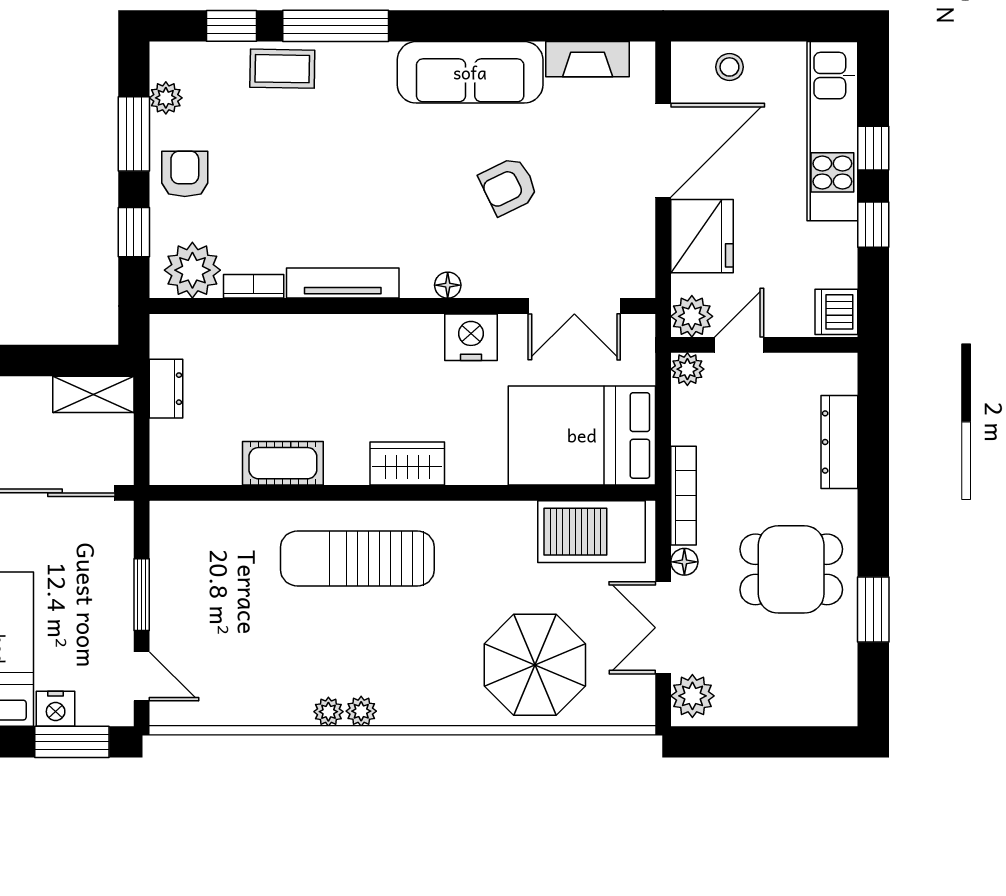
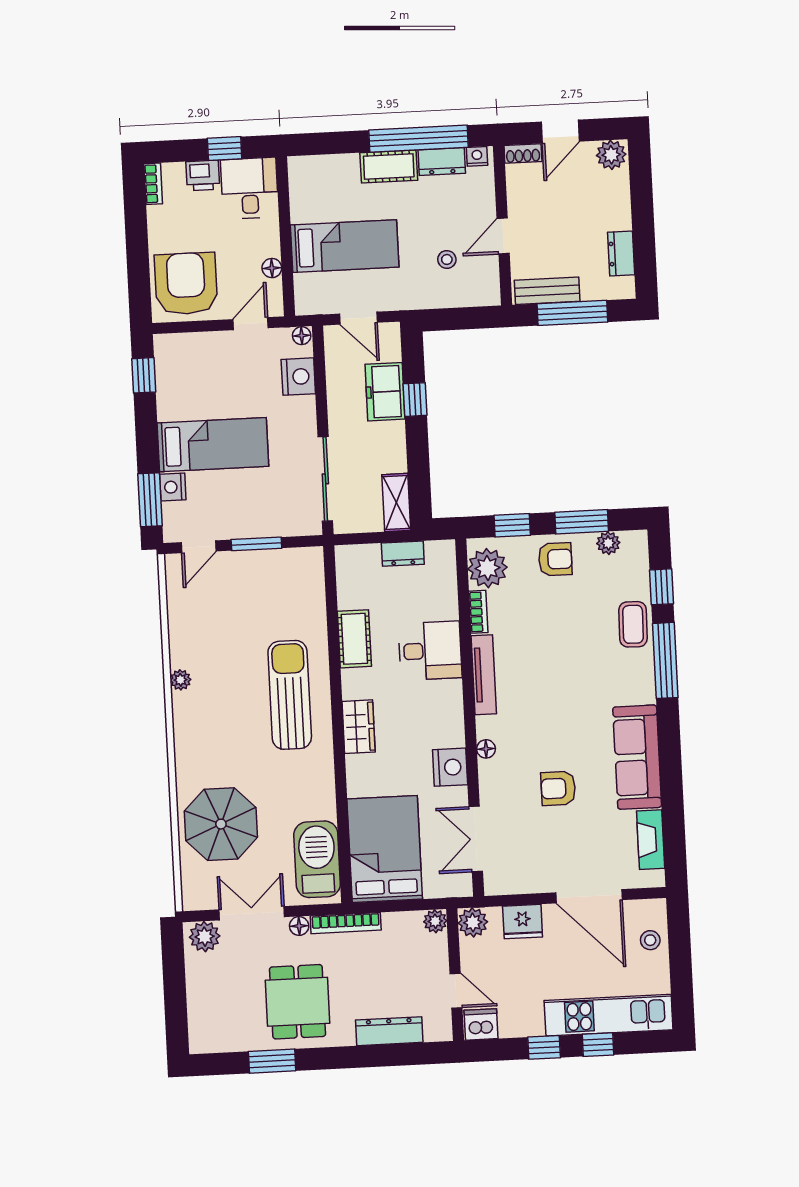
armchair: (508, 186) -> (558, 788), turned -64
fridge: (702, 236) -> (523, 922), width x0.73, depth x0.75
door: (739, 345) -> (456, 991), moved
desk: (305, 357) -> (430, 651), added
plant: (361, 711) -> (182, 703), removed

